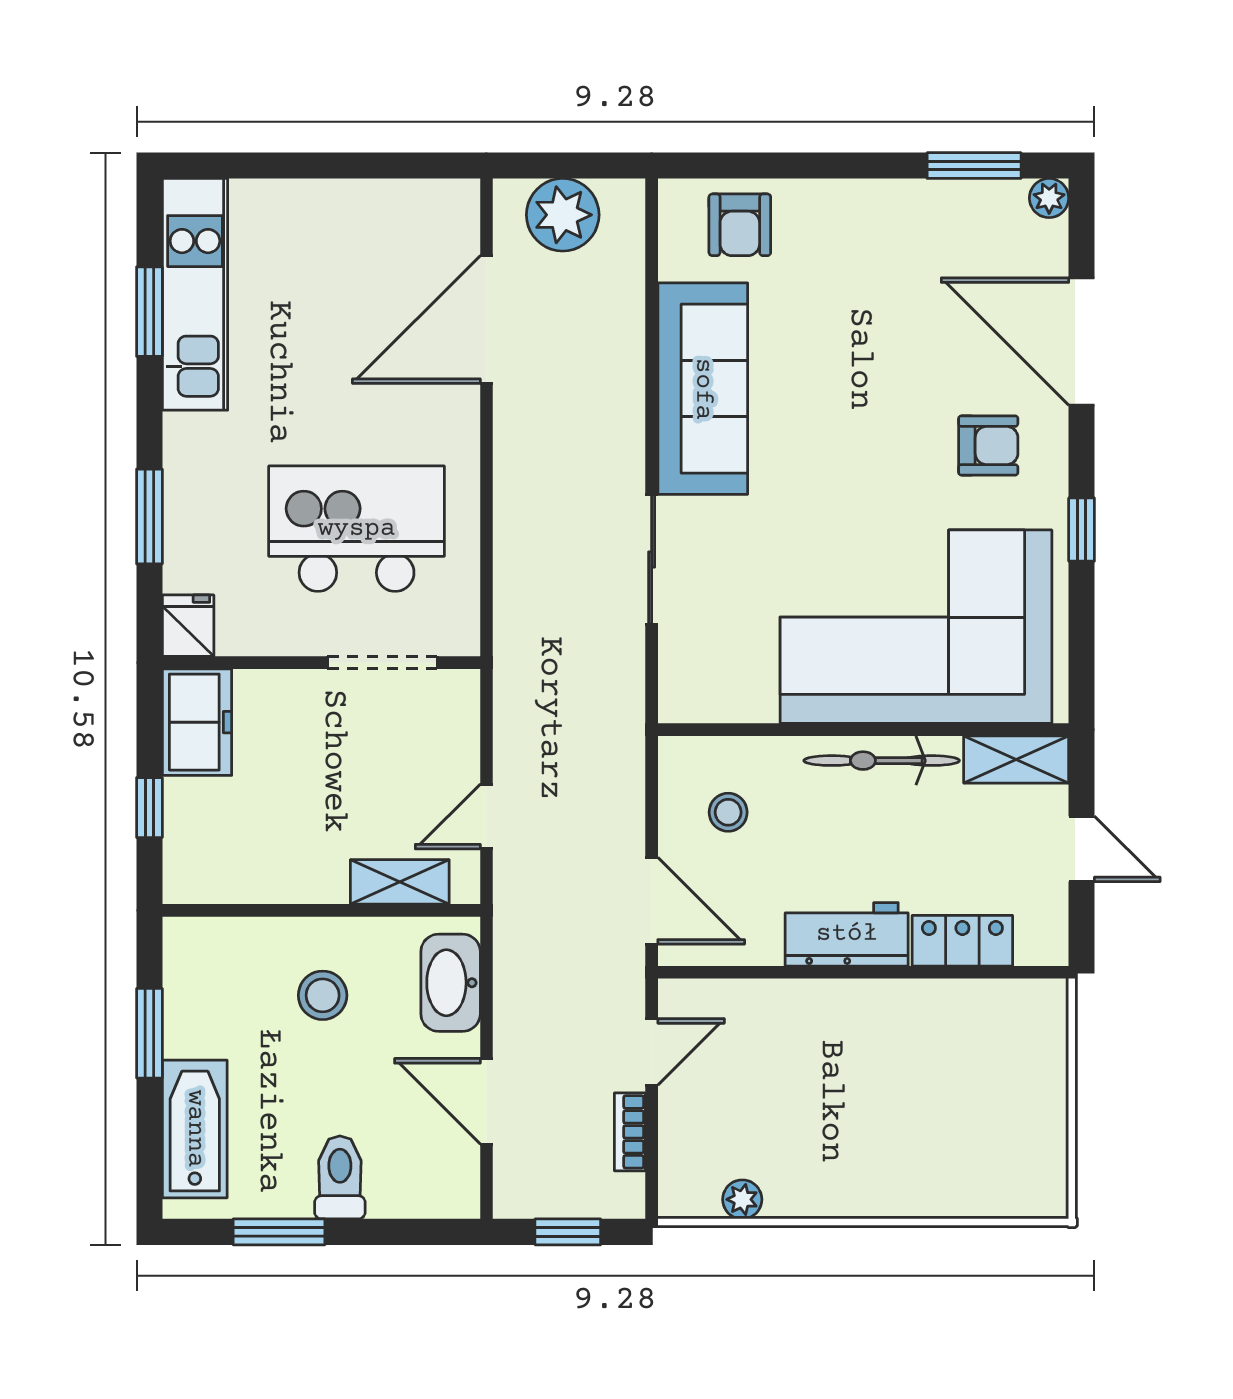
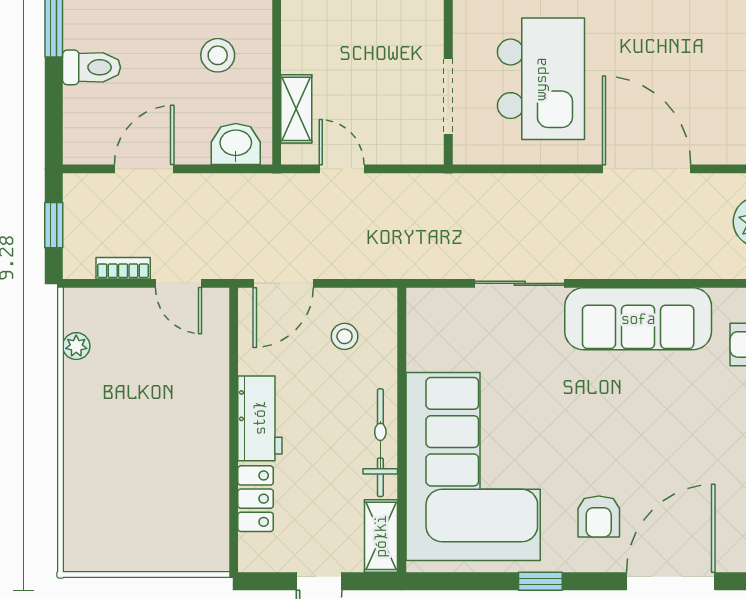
door: (486, 320) -> (647, 169), moved
washbasin: (451, 983) -> (236, 144), width x0.72

